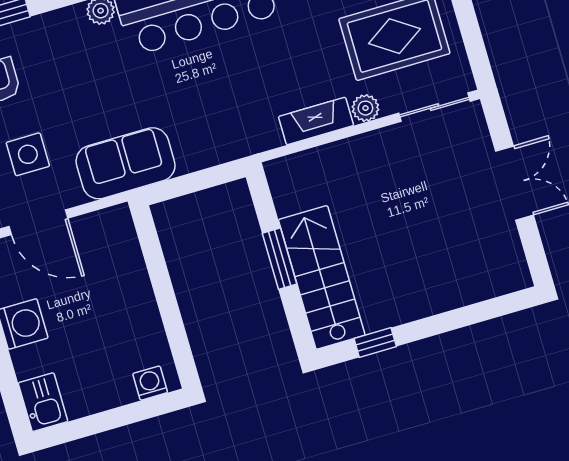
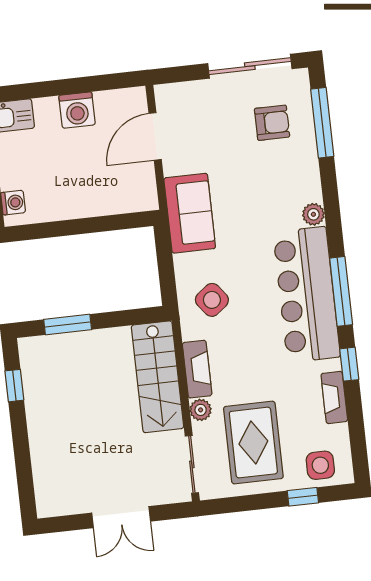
side table: (28, 154) -> (212, 300), moved, turned -38
window: (279, 259) -> (68, 324), moved
stairs: (322, 277) -> (158, 377), moved, turned 90

